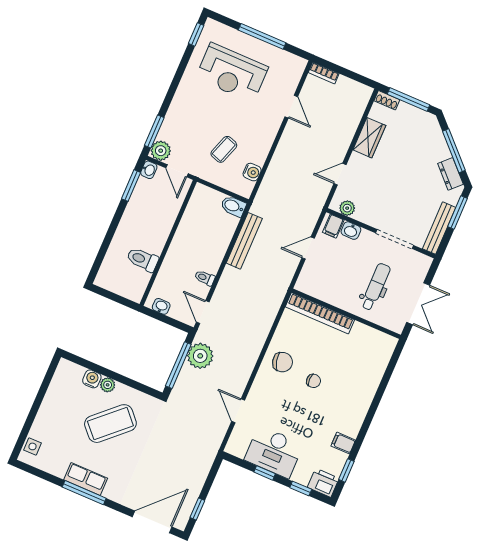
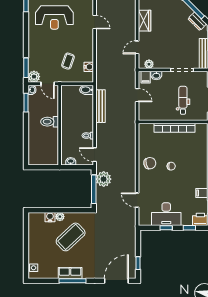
door: (308, 248) -> (137, 95), swing flipped
toilet: (143, 259) -> (50, 122), moved
bookcase: (320, 313) -> (175, 128), moved

